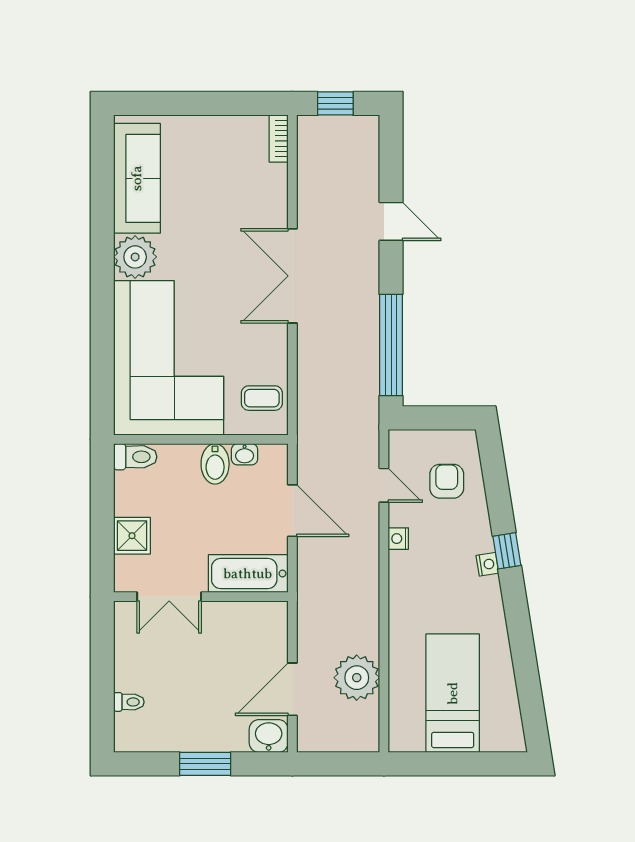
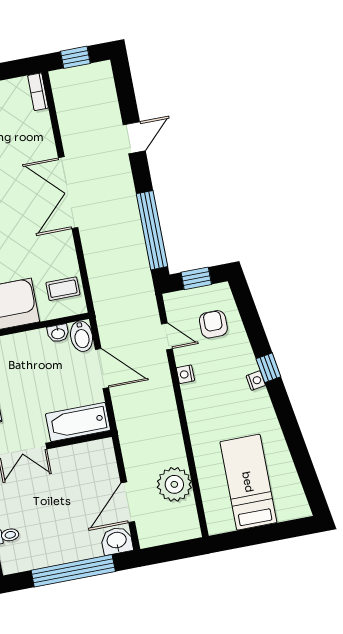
door: (391, 221) -> (134, 138), hinge flipped
window: (436, 418) -> (196, 278), added
bidet: (215, 464) -> (82, 336), moved
window: (205, 764) -> (73, 571), width x2.11

